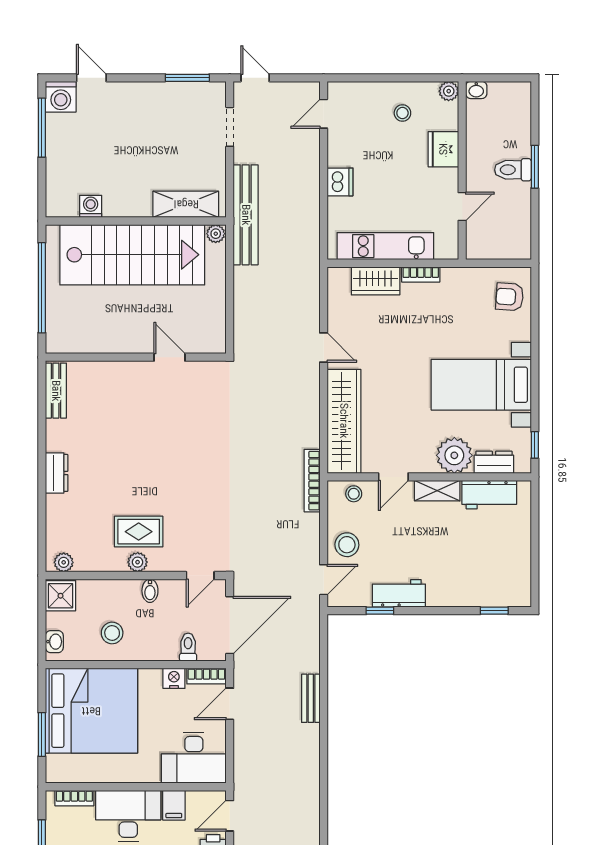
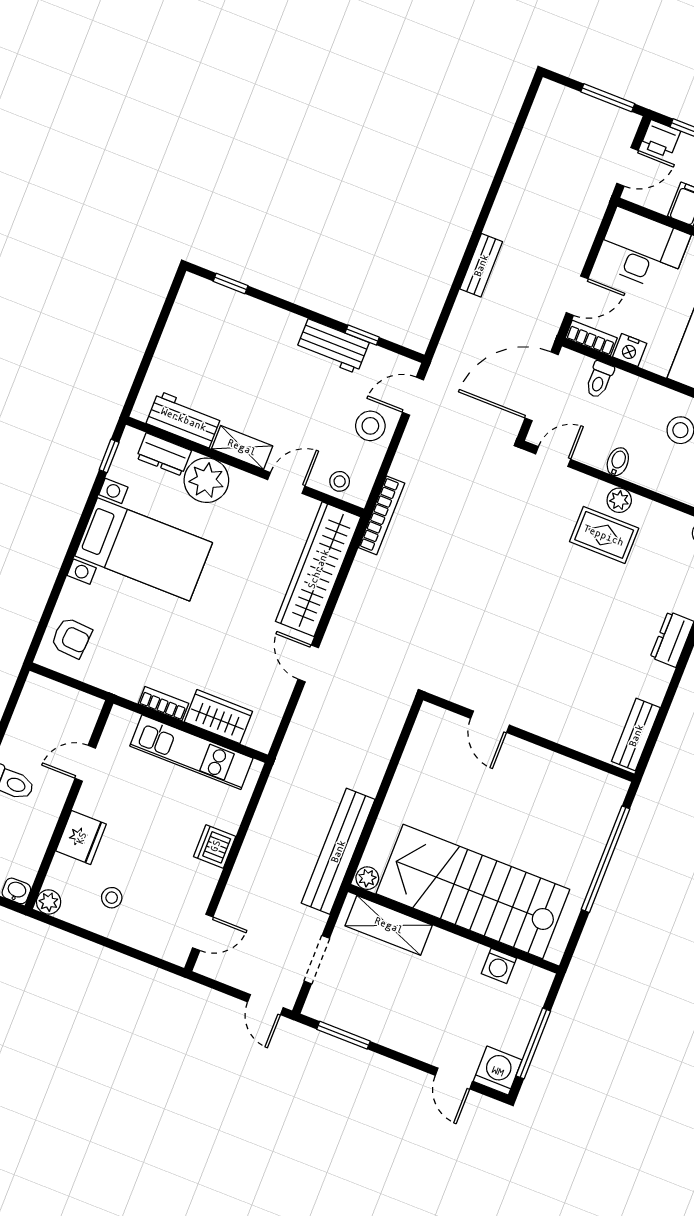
shelving: (186, 204) -> (389, 925), moved
washing machine: (91, 206) -> (499, 966), moved
wall: (136, 221) -> (454, 929), moved
plant: (216, 234) -> (367, 878), moved
stairs: (132, 255) -> (473, 892), moved

